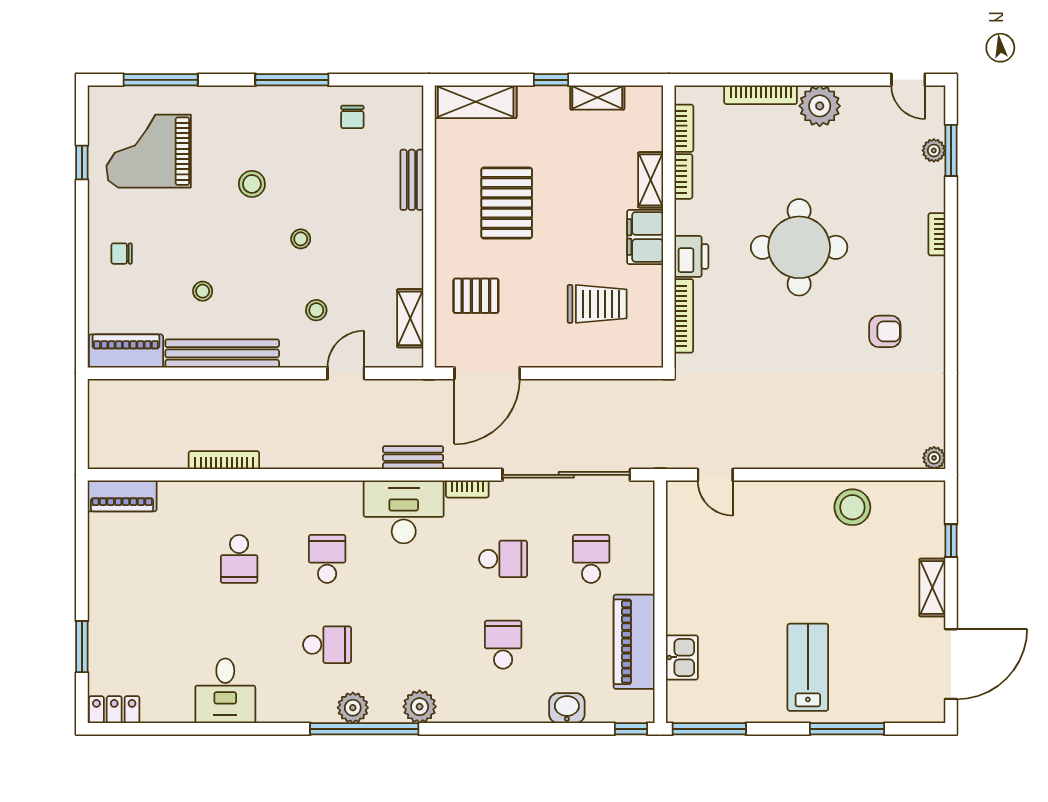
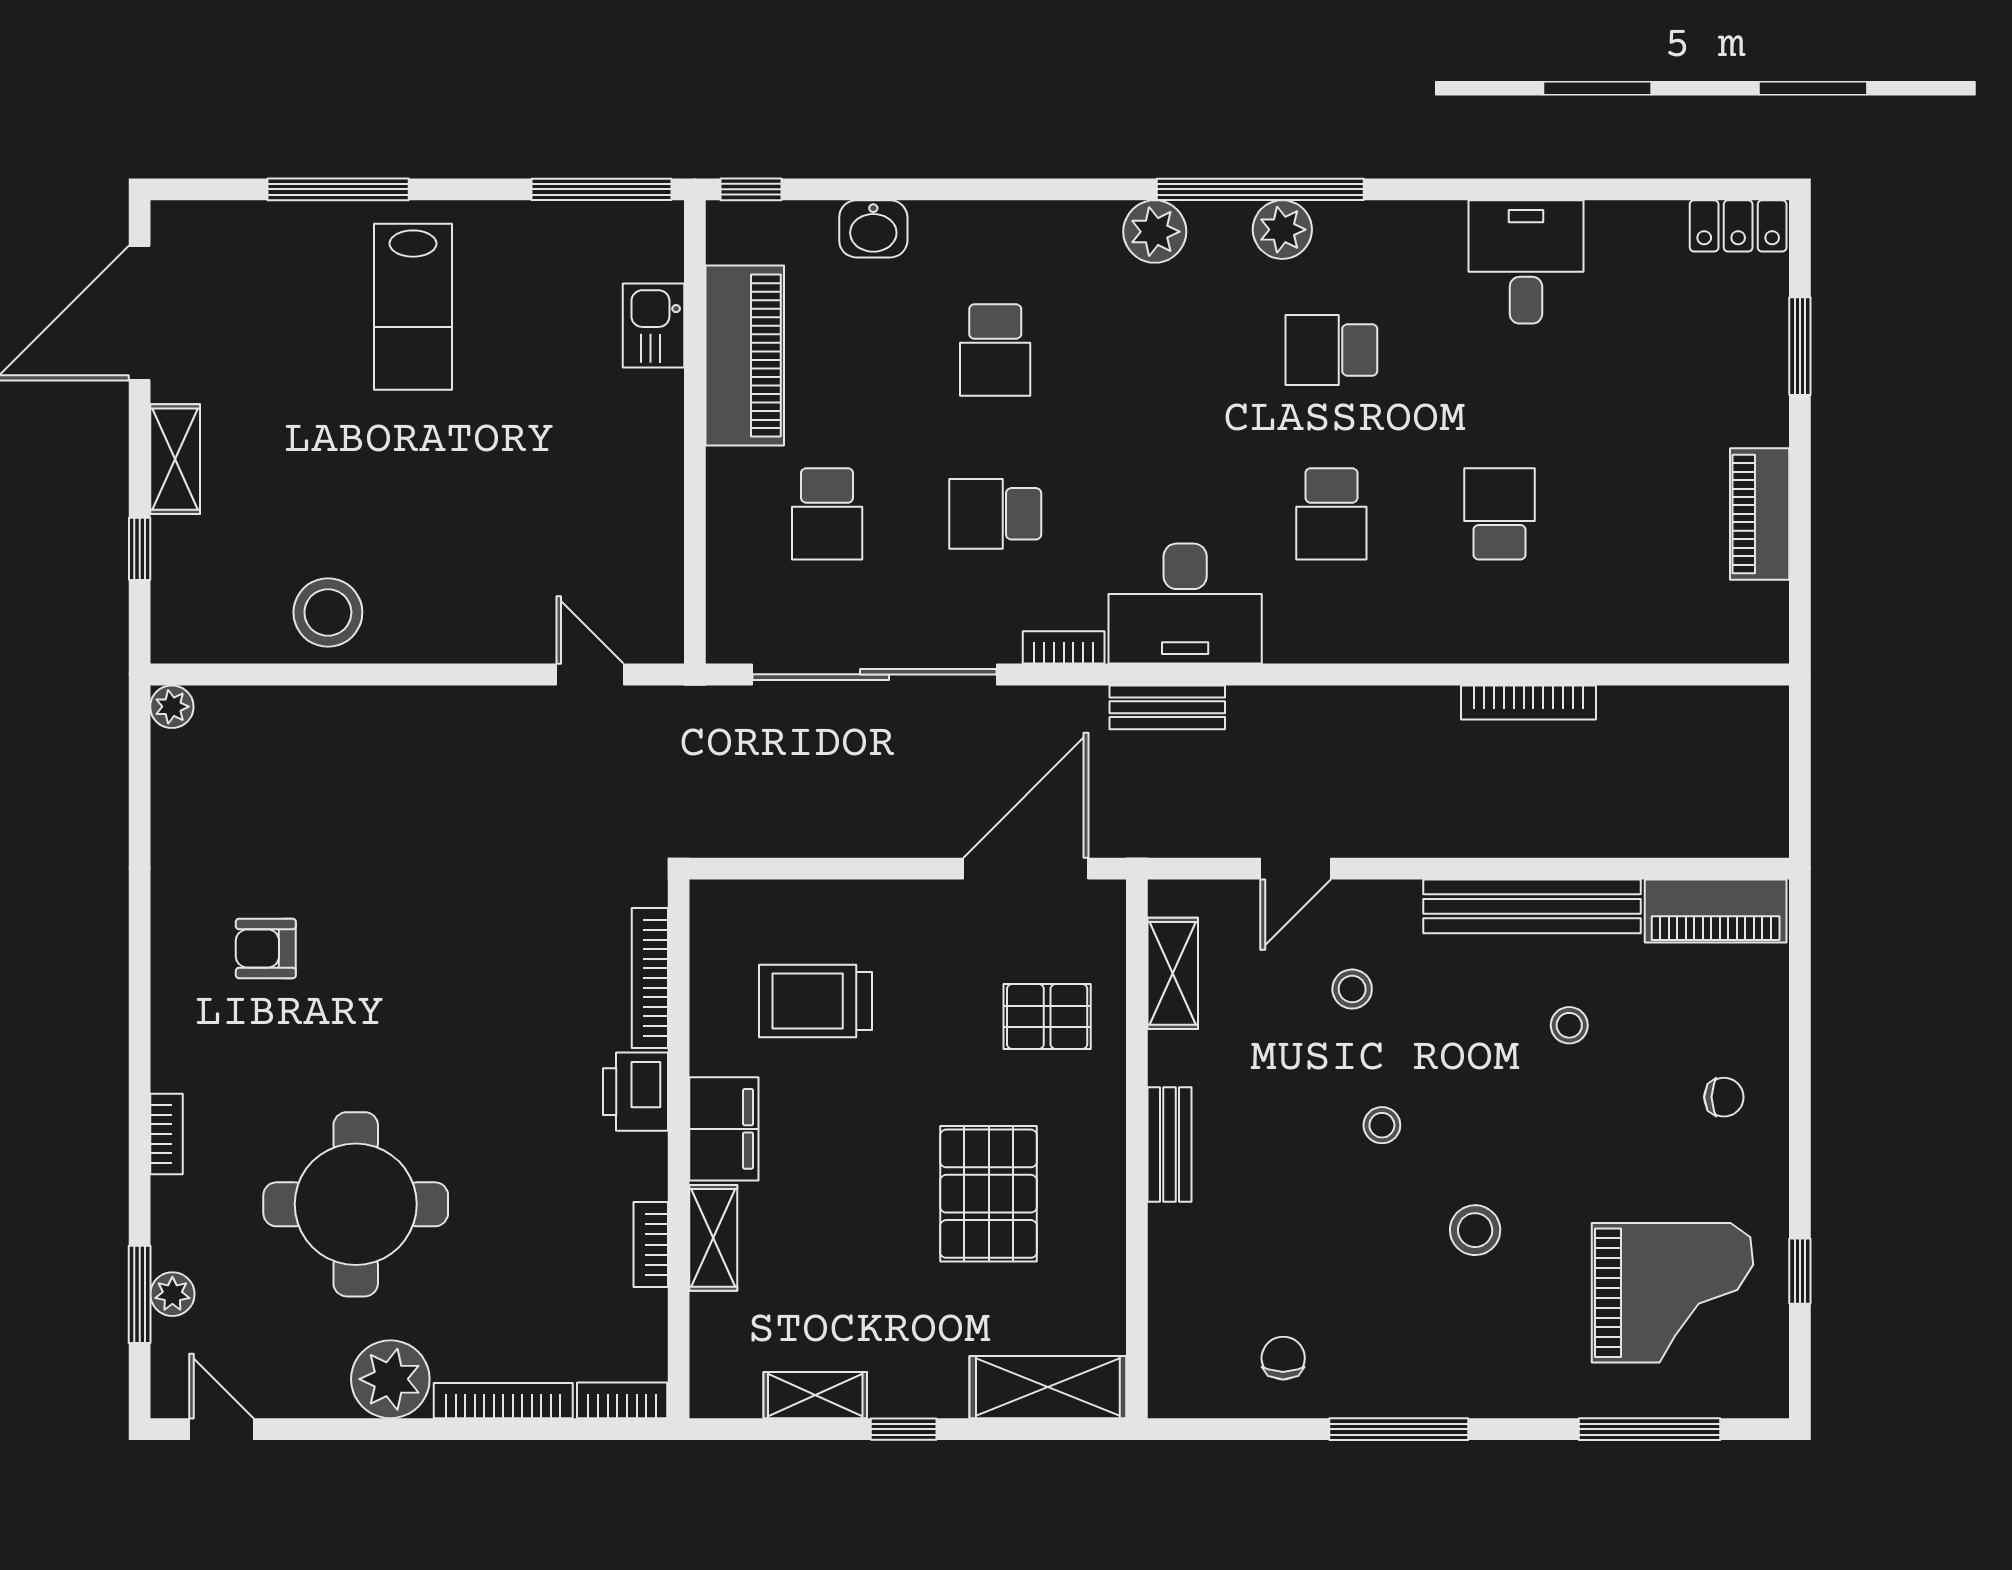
bookcase: (684, 128) -> (622, 1400), moved, turned 90
bench: (412, 180) -> (1170, 1145), moved
round table: (799, 247) -> (356, 1204), moved
piano: (122, 496) -> (1760, 514), moved, turned -90

